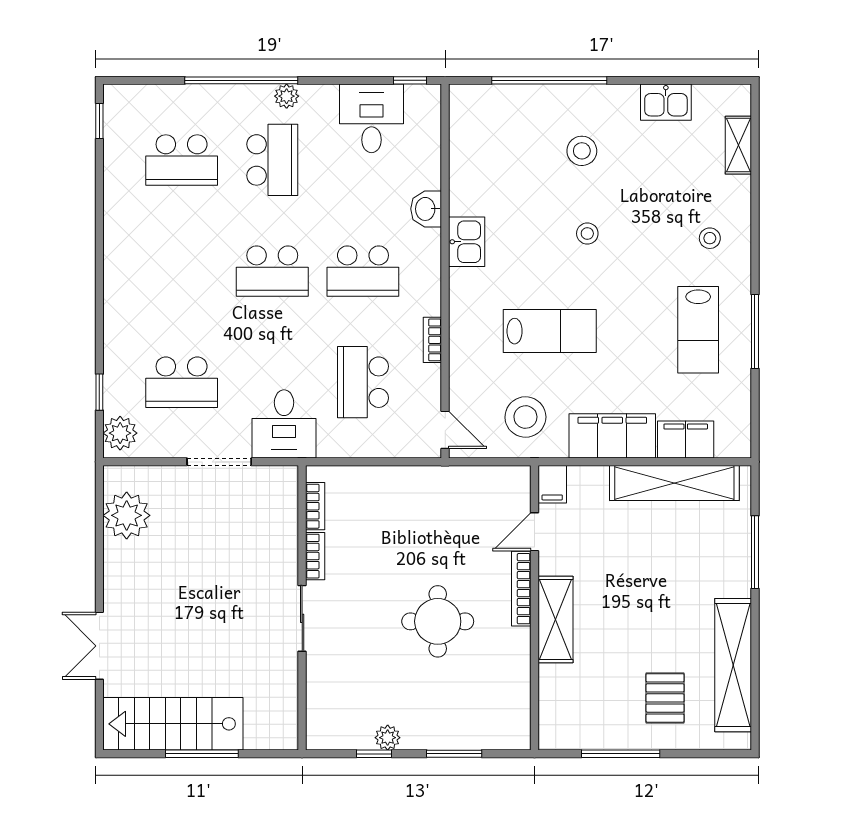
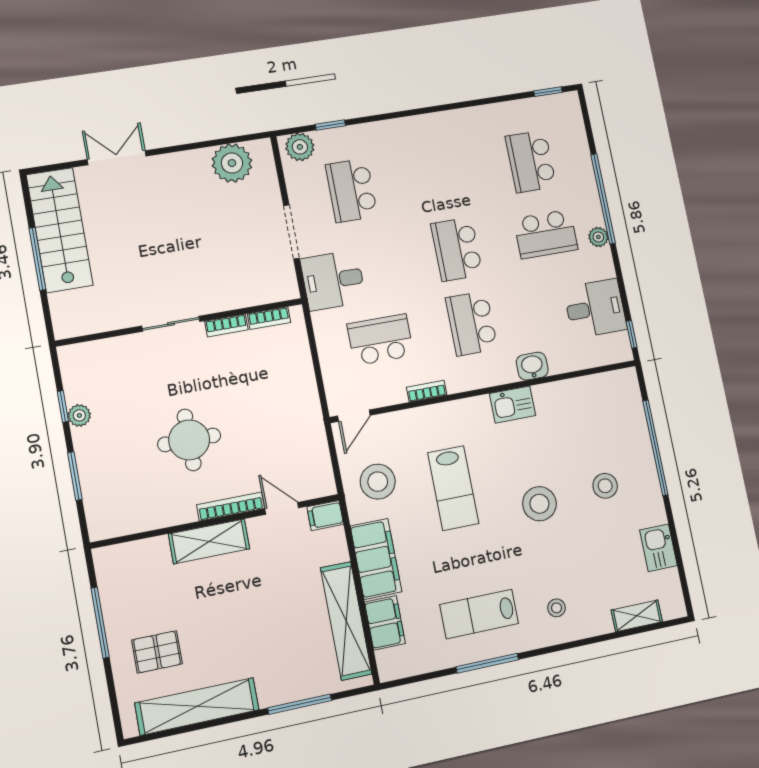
stool: (587, 234) -> (539, 504), width x1.89, depth x1.89

